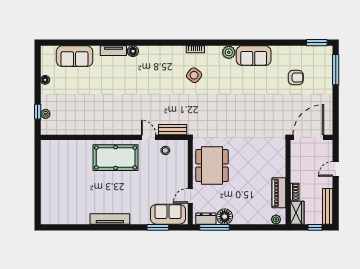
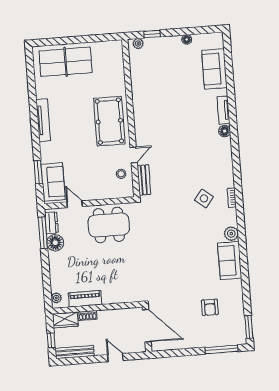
plant: (45, 114) -> (138, 44), moved
table tennis table: (57, 194) -> (66, 62), added

